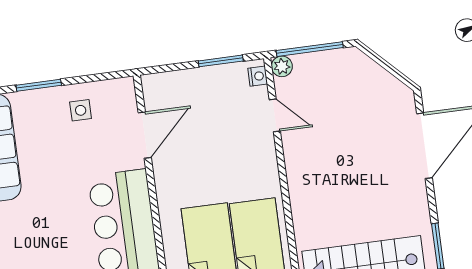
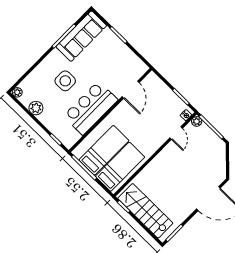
side table: (81, 110) -> (65, 81), moved, width x1.87, depth x1.87
door: (145, 135) -> (131, 90), hinge flipped

